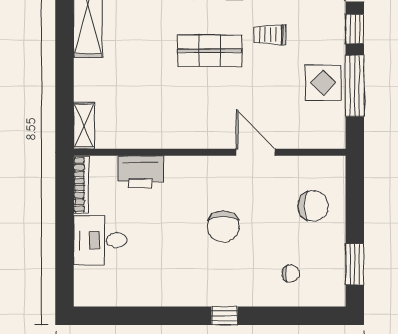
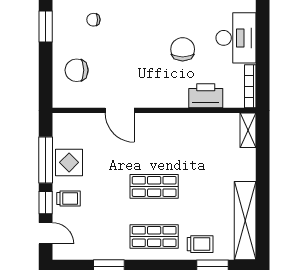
trolley: (270, 35) -> (68, 199), moved
chair: (223, 226) -> (183, 49), moved
desk: (100, 240) -> (236, 38), width x1.37

